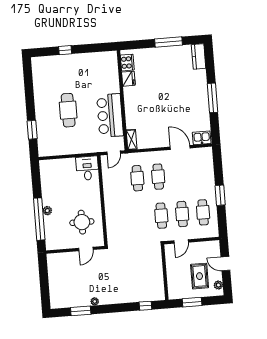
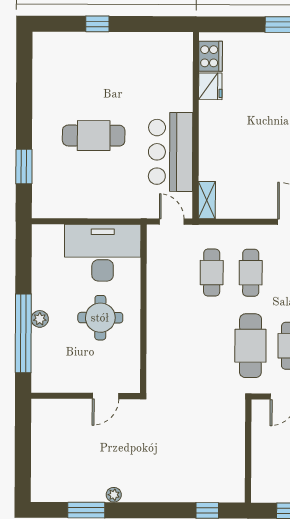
cafe table: (68, 110) -> (94, 136), turned 90
door: (114, 153) -> (172, 222), swing flipped
desk: (87, 168) -> (103, 253), width x1.87, depth x1.30
cafe table: (161, 216) -> (250, 346), width x1.37, depth x1.35
round table: (82, 222) -> (100, 318), moved

